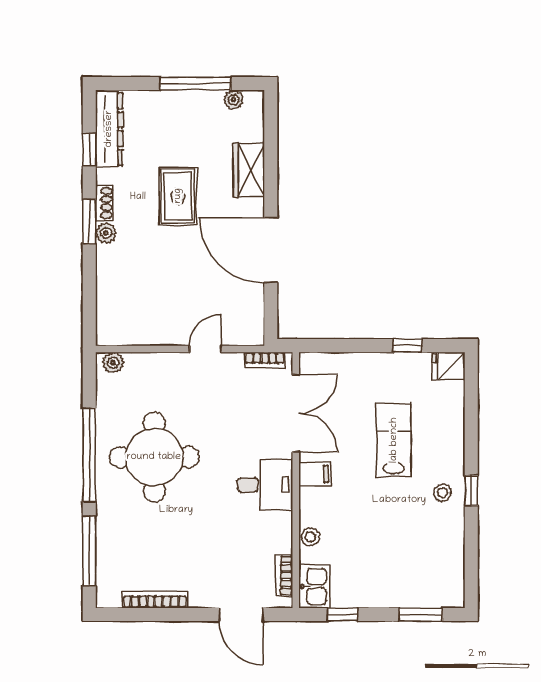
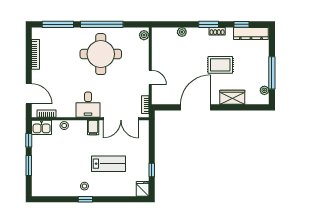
plant: (106, 233) -> (182, 32), moved
door: (241, 614) -> (29, 94), swing flipped
window: (421, 614) -> (29, 165), moved

